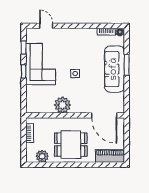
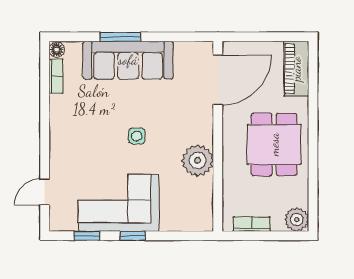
plant: (42, 156) -> (297, 220), moved

